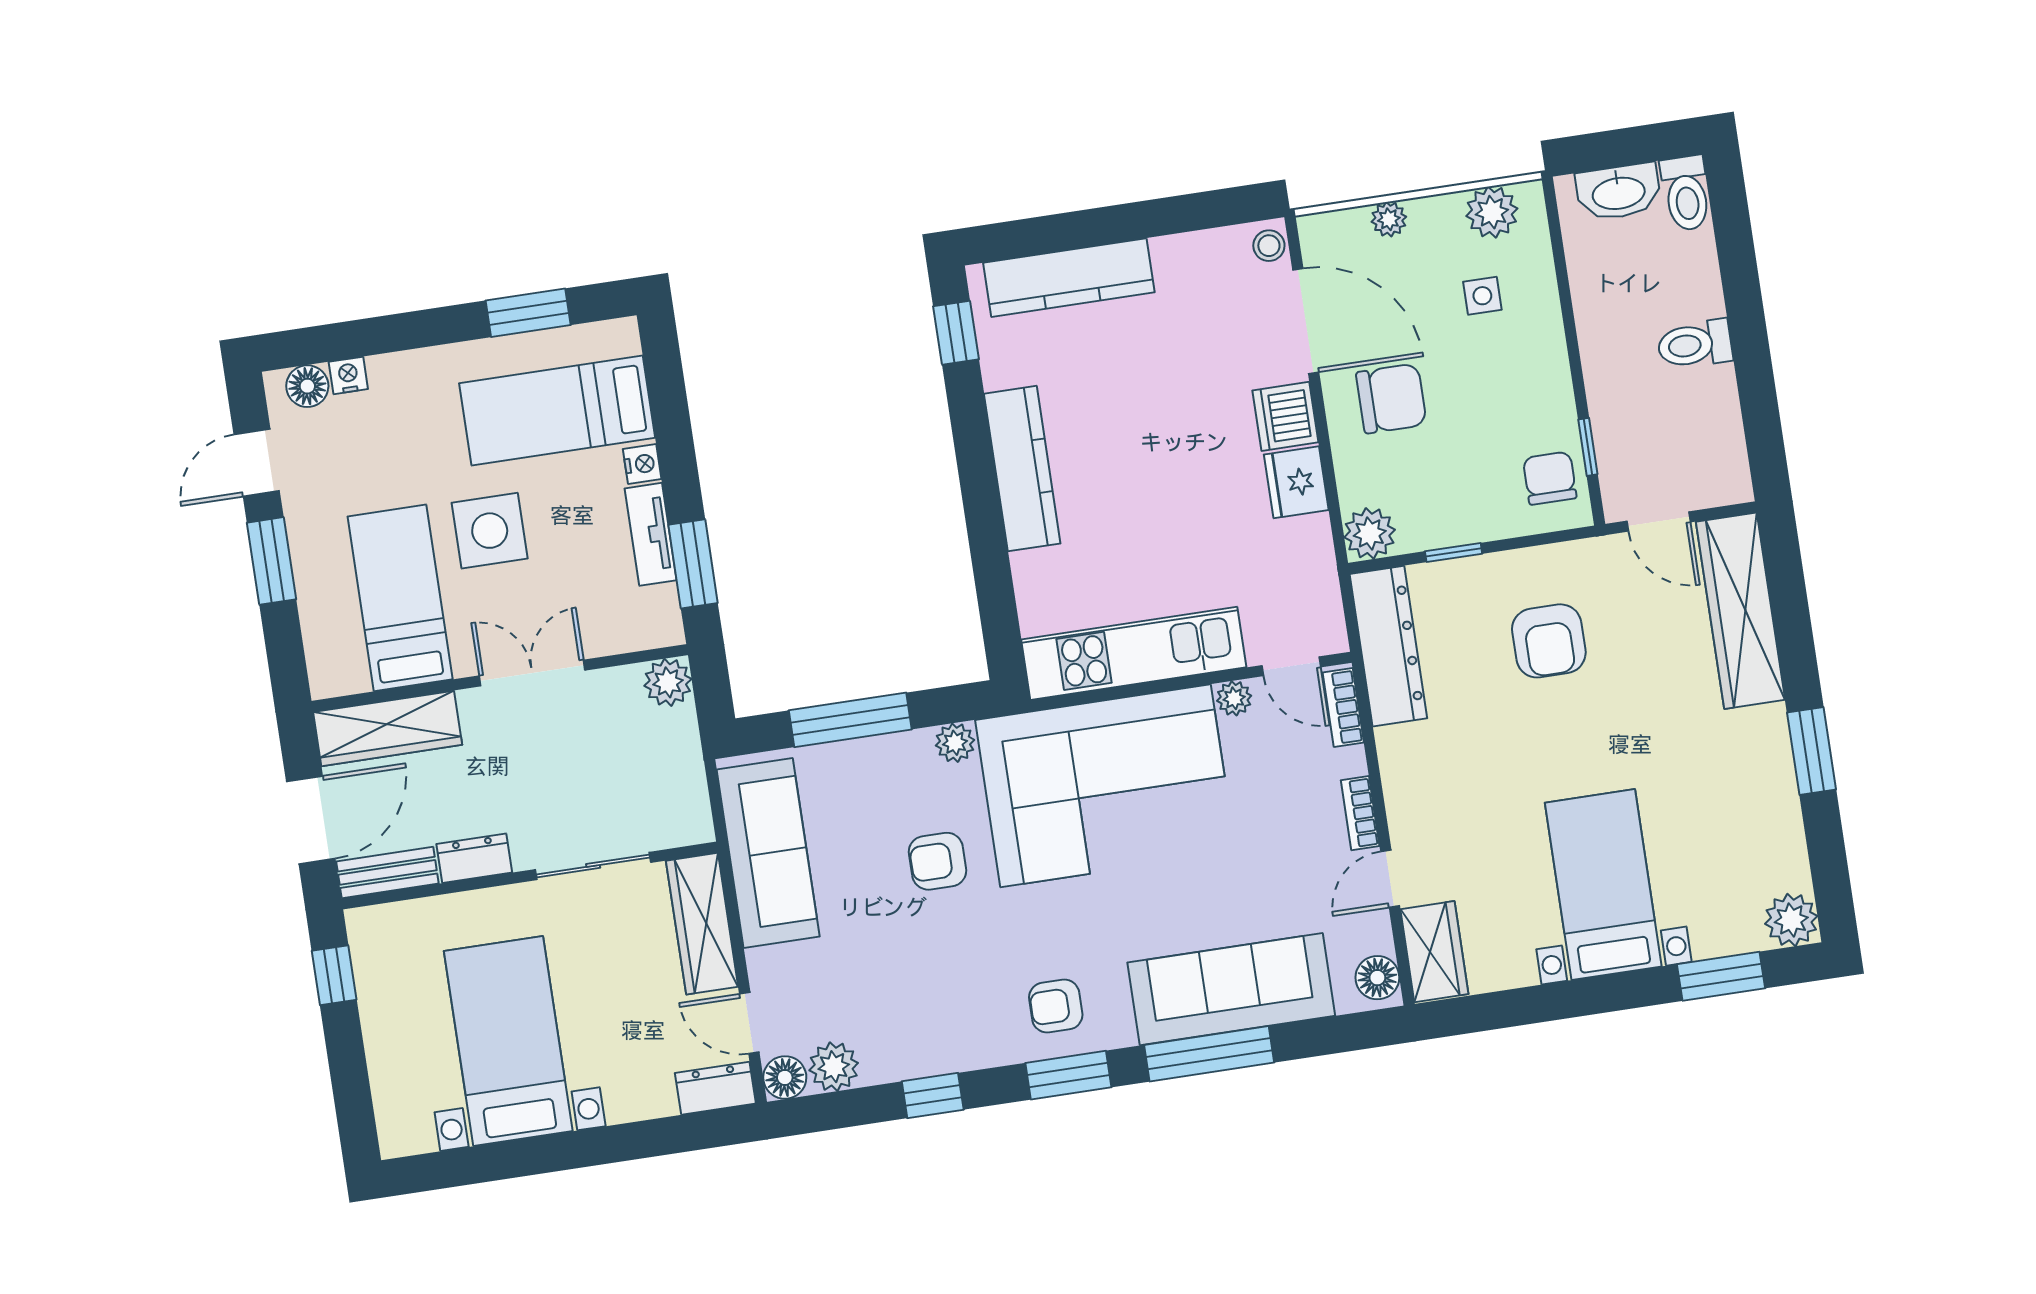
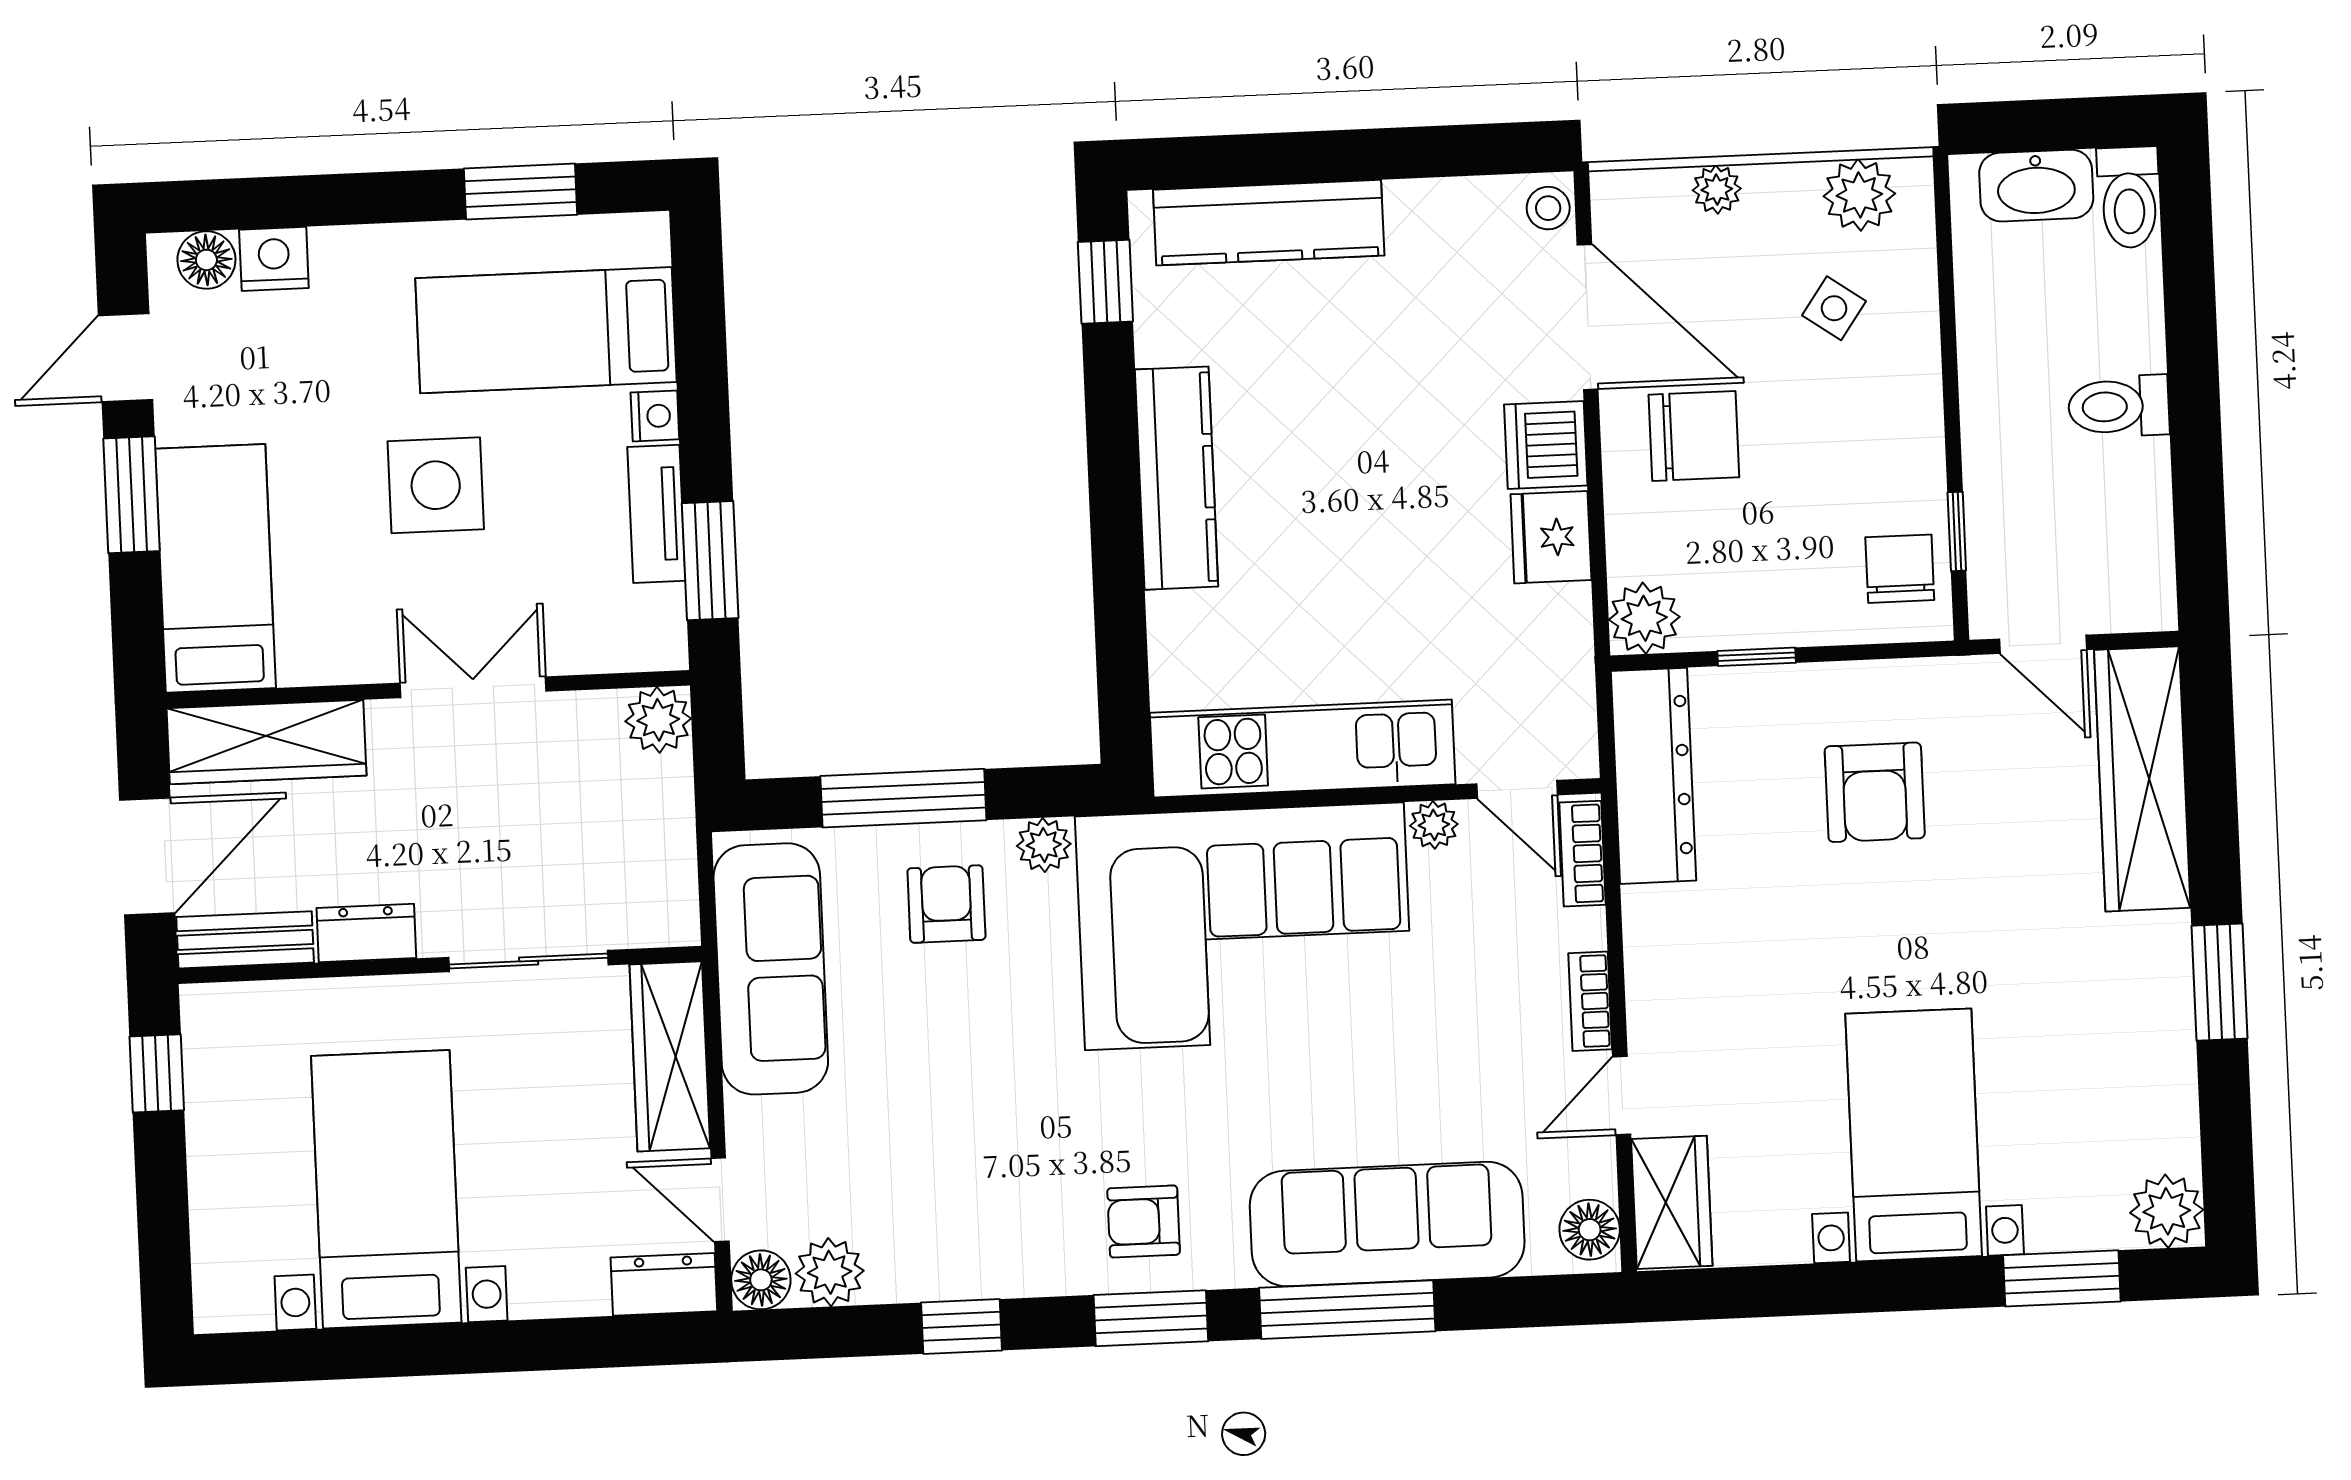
side table: (1482, 296) -> (1834, 308), turned 35
nightstand: (348, 375) -> (274, 259), width x1.39, depth x1.35
bed: (400, 598) -> (215, 568), moved
armchair: (938, 861) -> (946, 904), moved, turned 90

